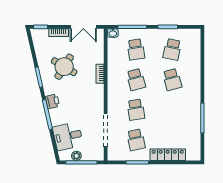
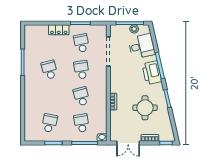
double door: (83, 27) -> (128, 143), swing flipped
round table: (64, 67) -> (145, 108), turned -31
school desk: (172, 80) -> (49, 70), moved
printer: (52, 101) -> (152, 73), width x1.87, depth x1.48
locker: (168, 155) -> (59, 30), width x0.66

